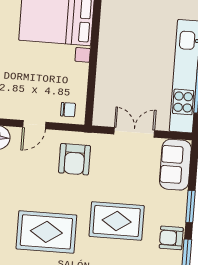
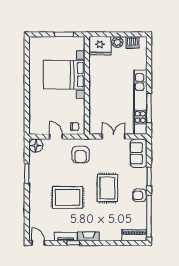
door: (34, 125) -> (56, 137), swing flipped
rug: (117, 221) -> (107, 188), turned 90

